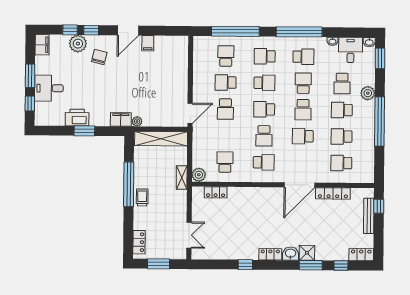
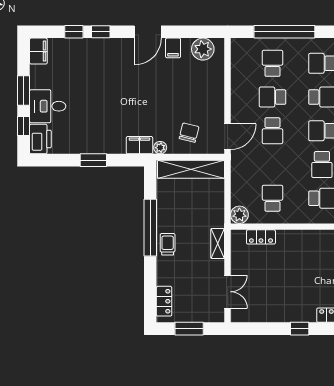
plant: (78, 44) -> (203, 49), moved
chair: (99, 57) -> (189, 133), moved
printer: (77, 118) -> (40, 139), moved, turned 90
shelving: (182, 177) -> (218, 244), moved

